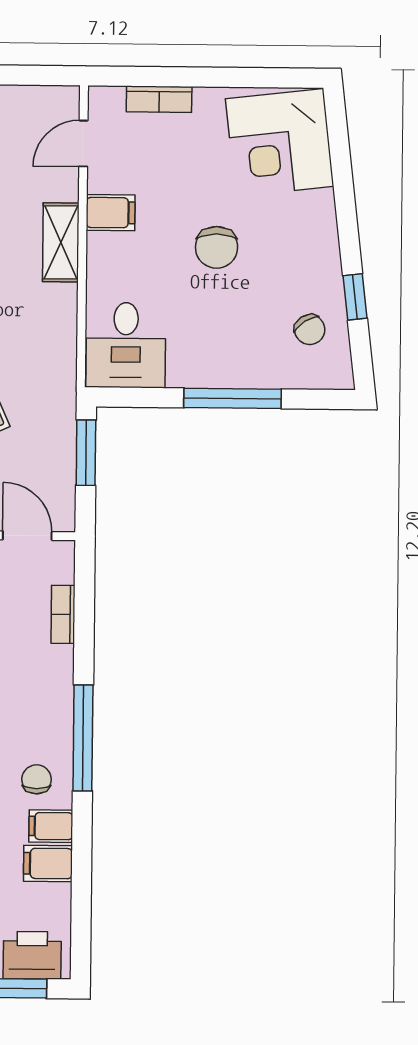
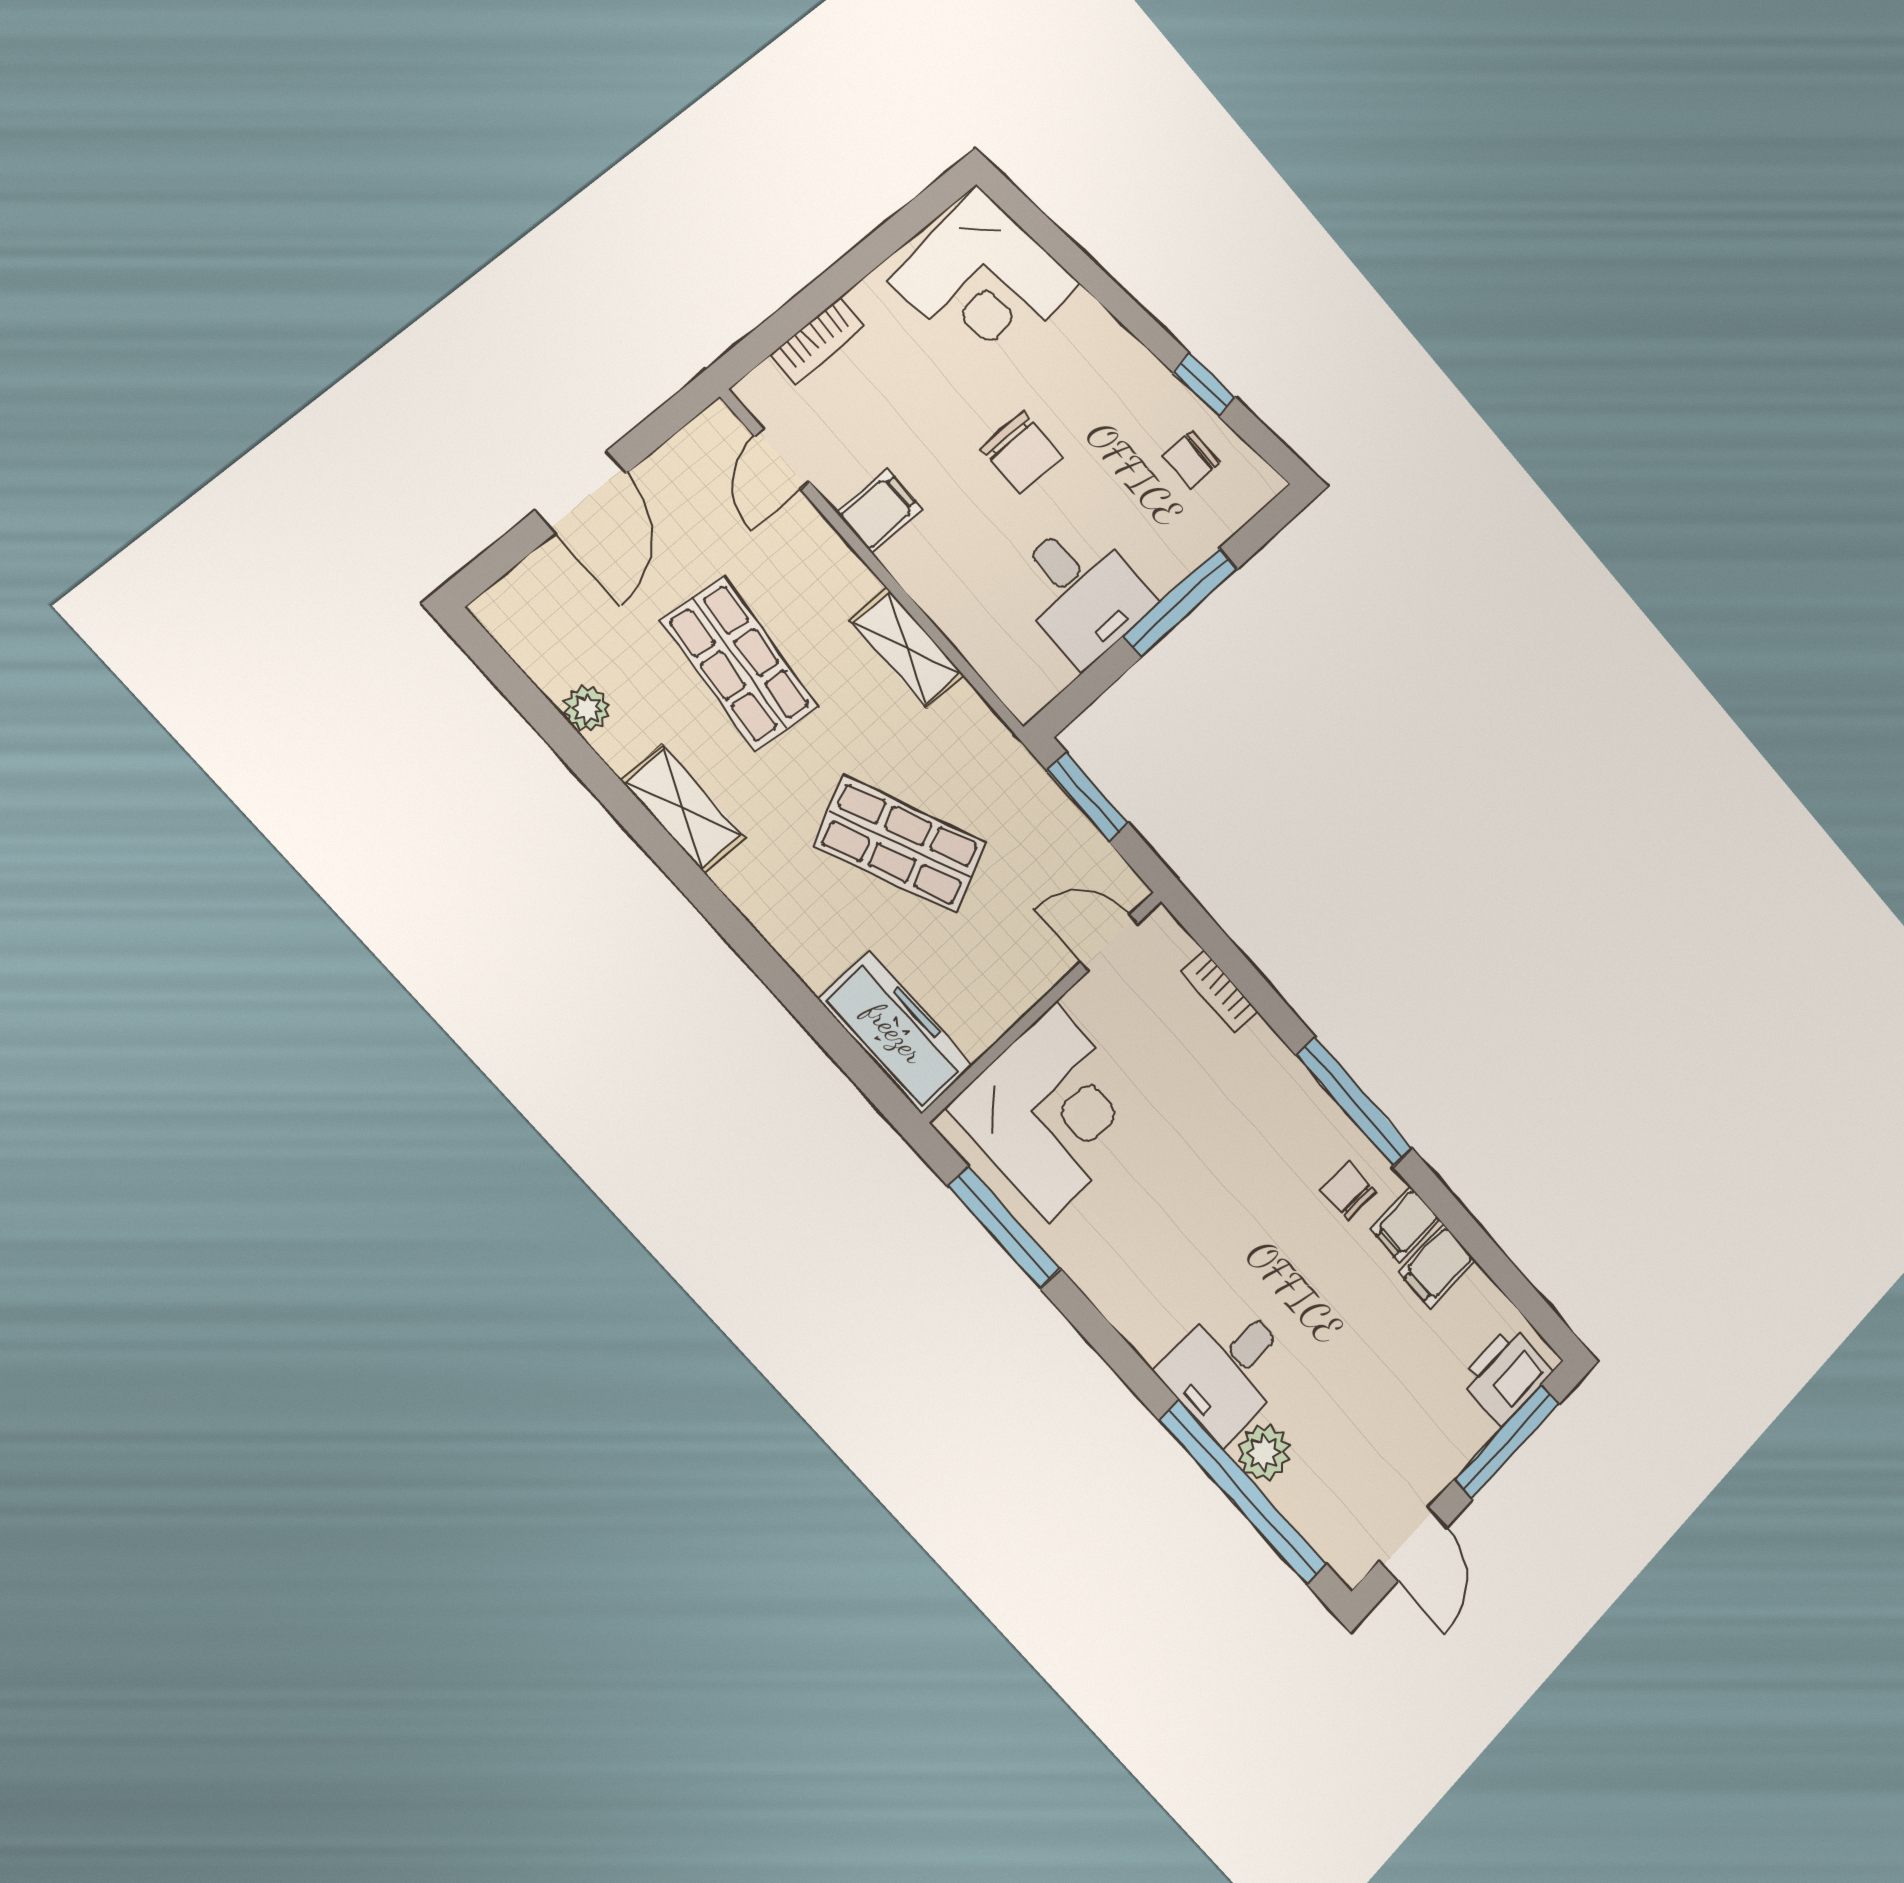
shelving: (61, 242) -> (907, 648), moved
chair: (310, 330) -> (1191, 460), turned 123
desk: (126, 345) -> (1081, 591), moved

